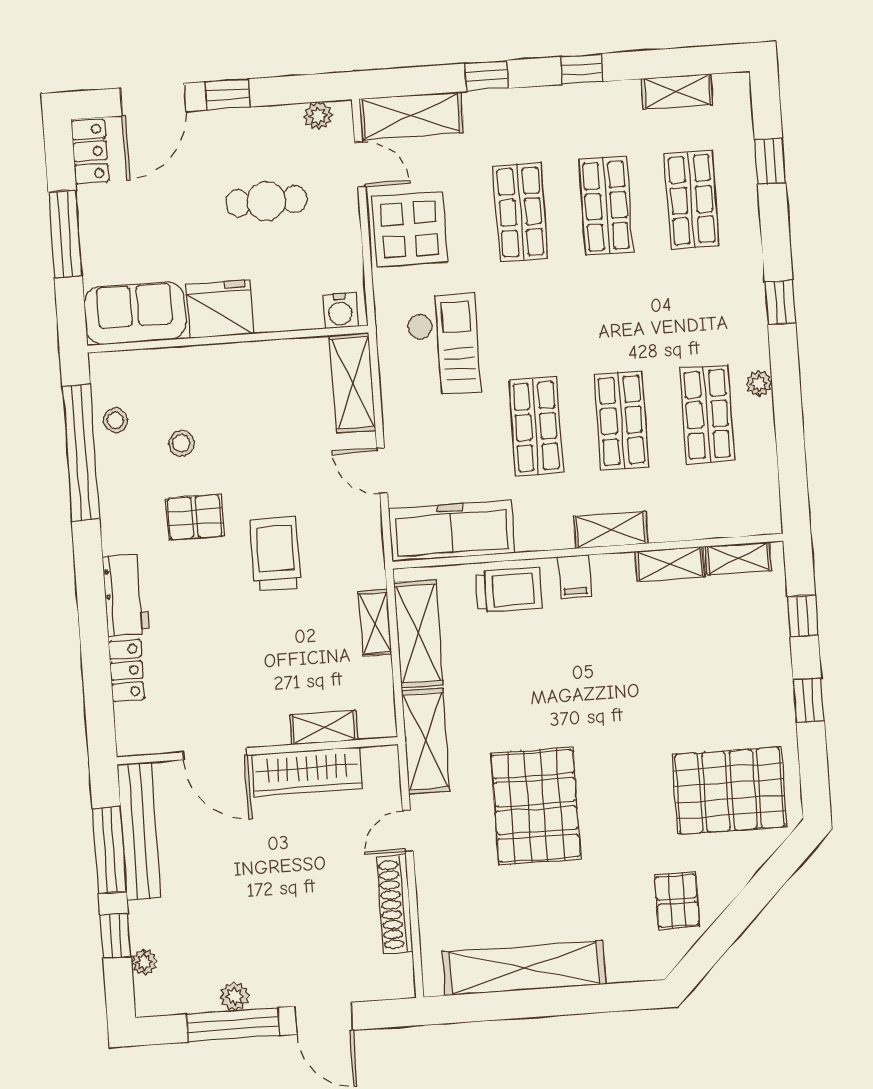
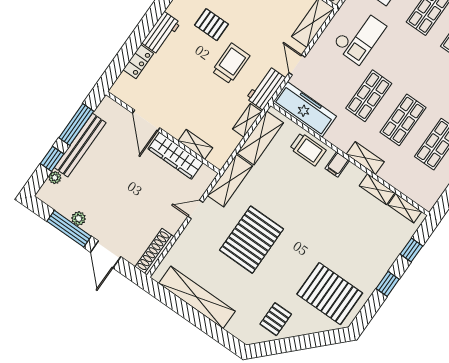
workbench: (363, 547) -> (266, 88), added
bench: (139, 831) -> (80, 145), moved
shoe rack: (395, 905) -> (155, 252), moved

